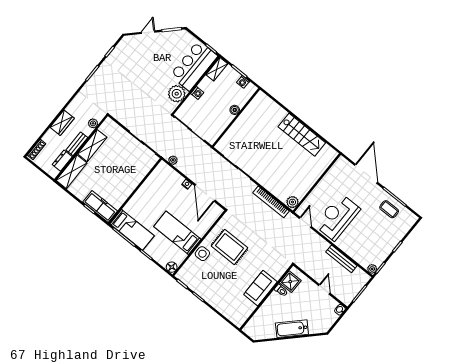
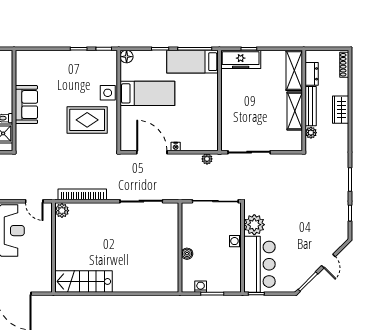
shelving: (217, 69) -> (235, 279), removed
stairs: (302, 135) -> (83, 281), moved
bench: (77, 144) -> (311, 106), width x1.36

